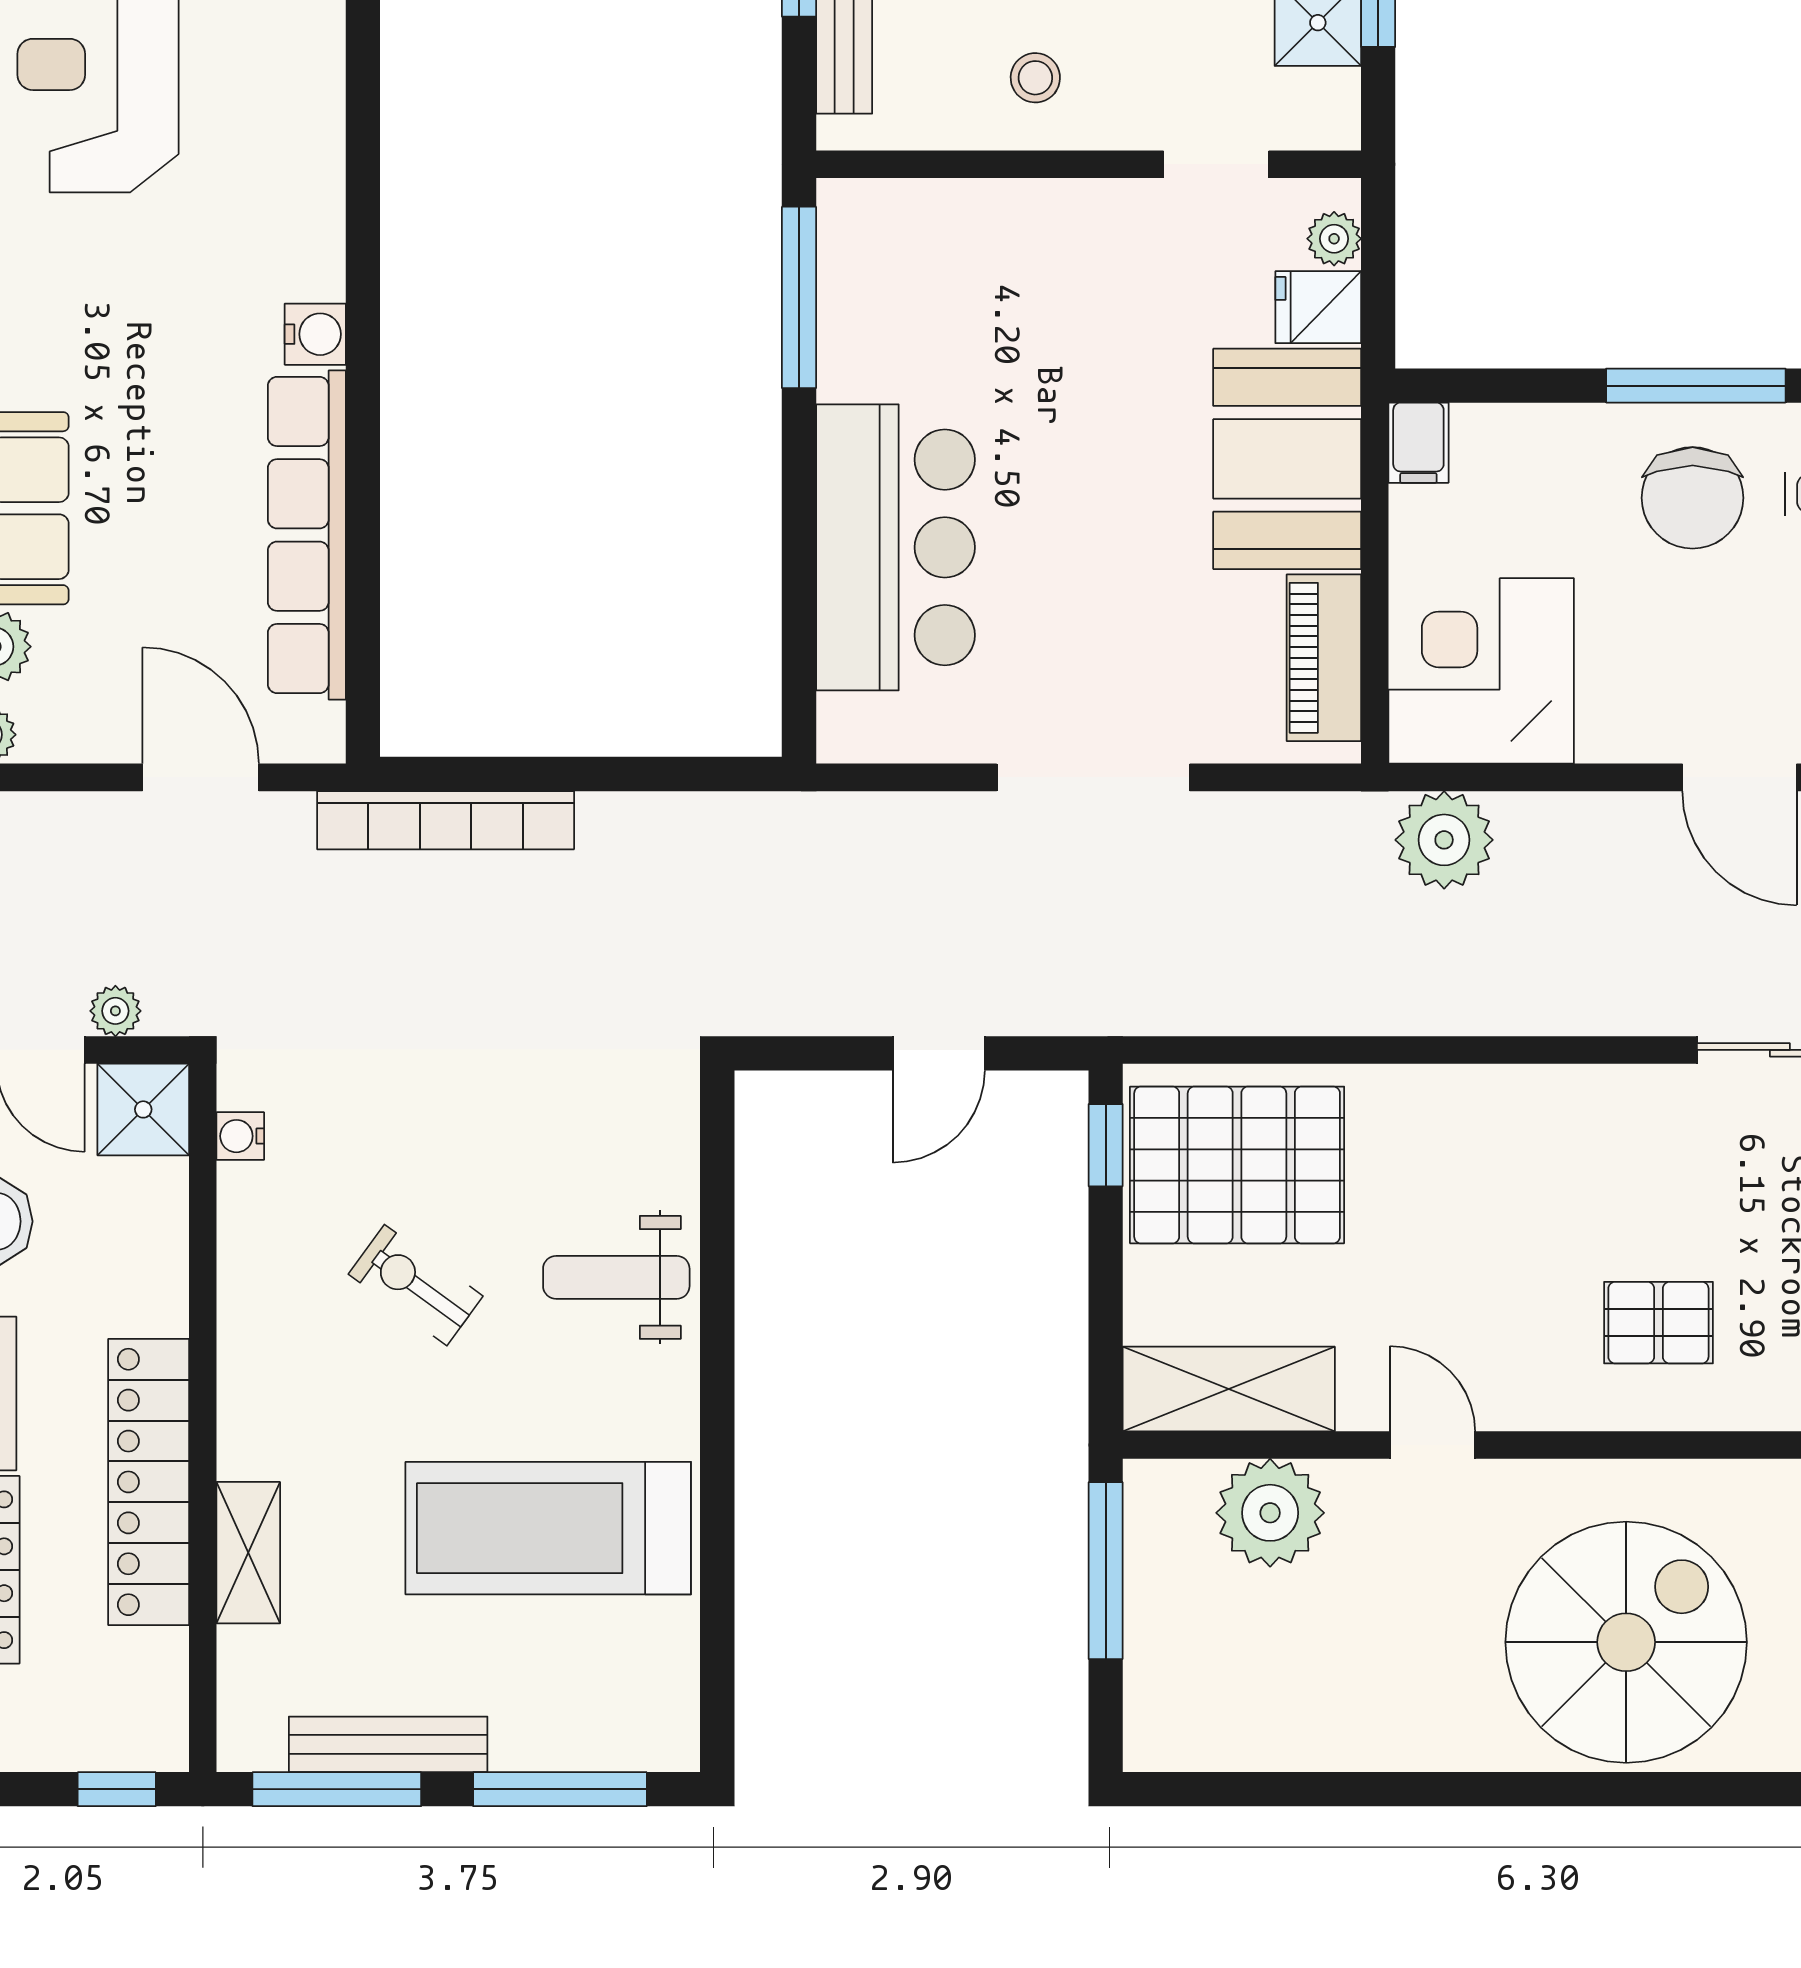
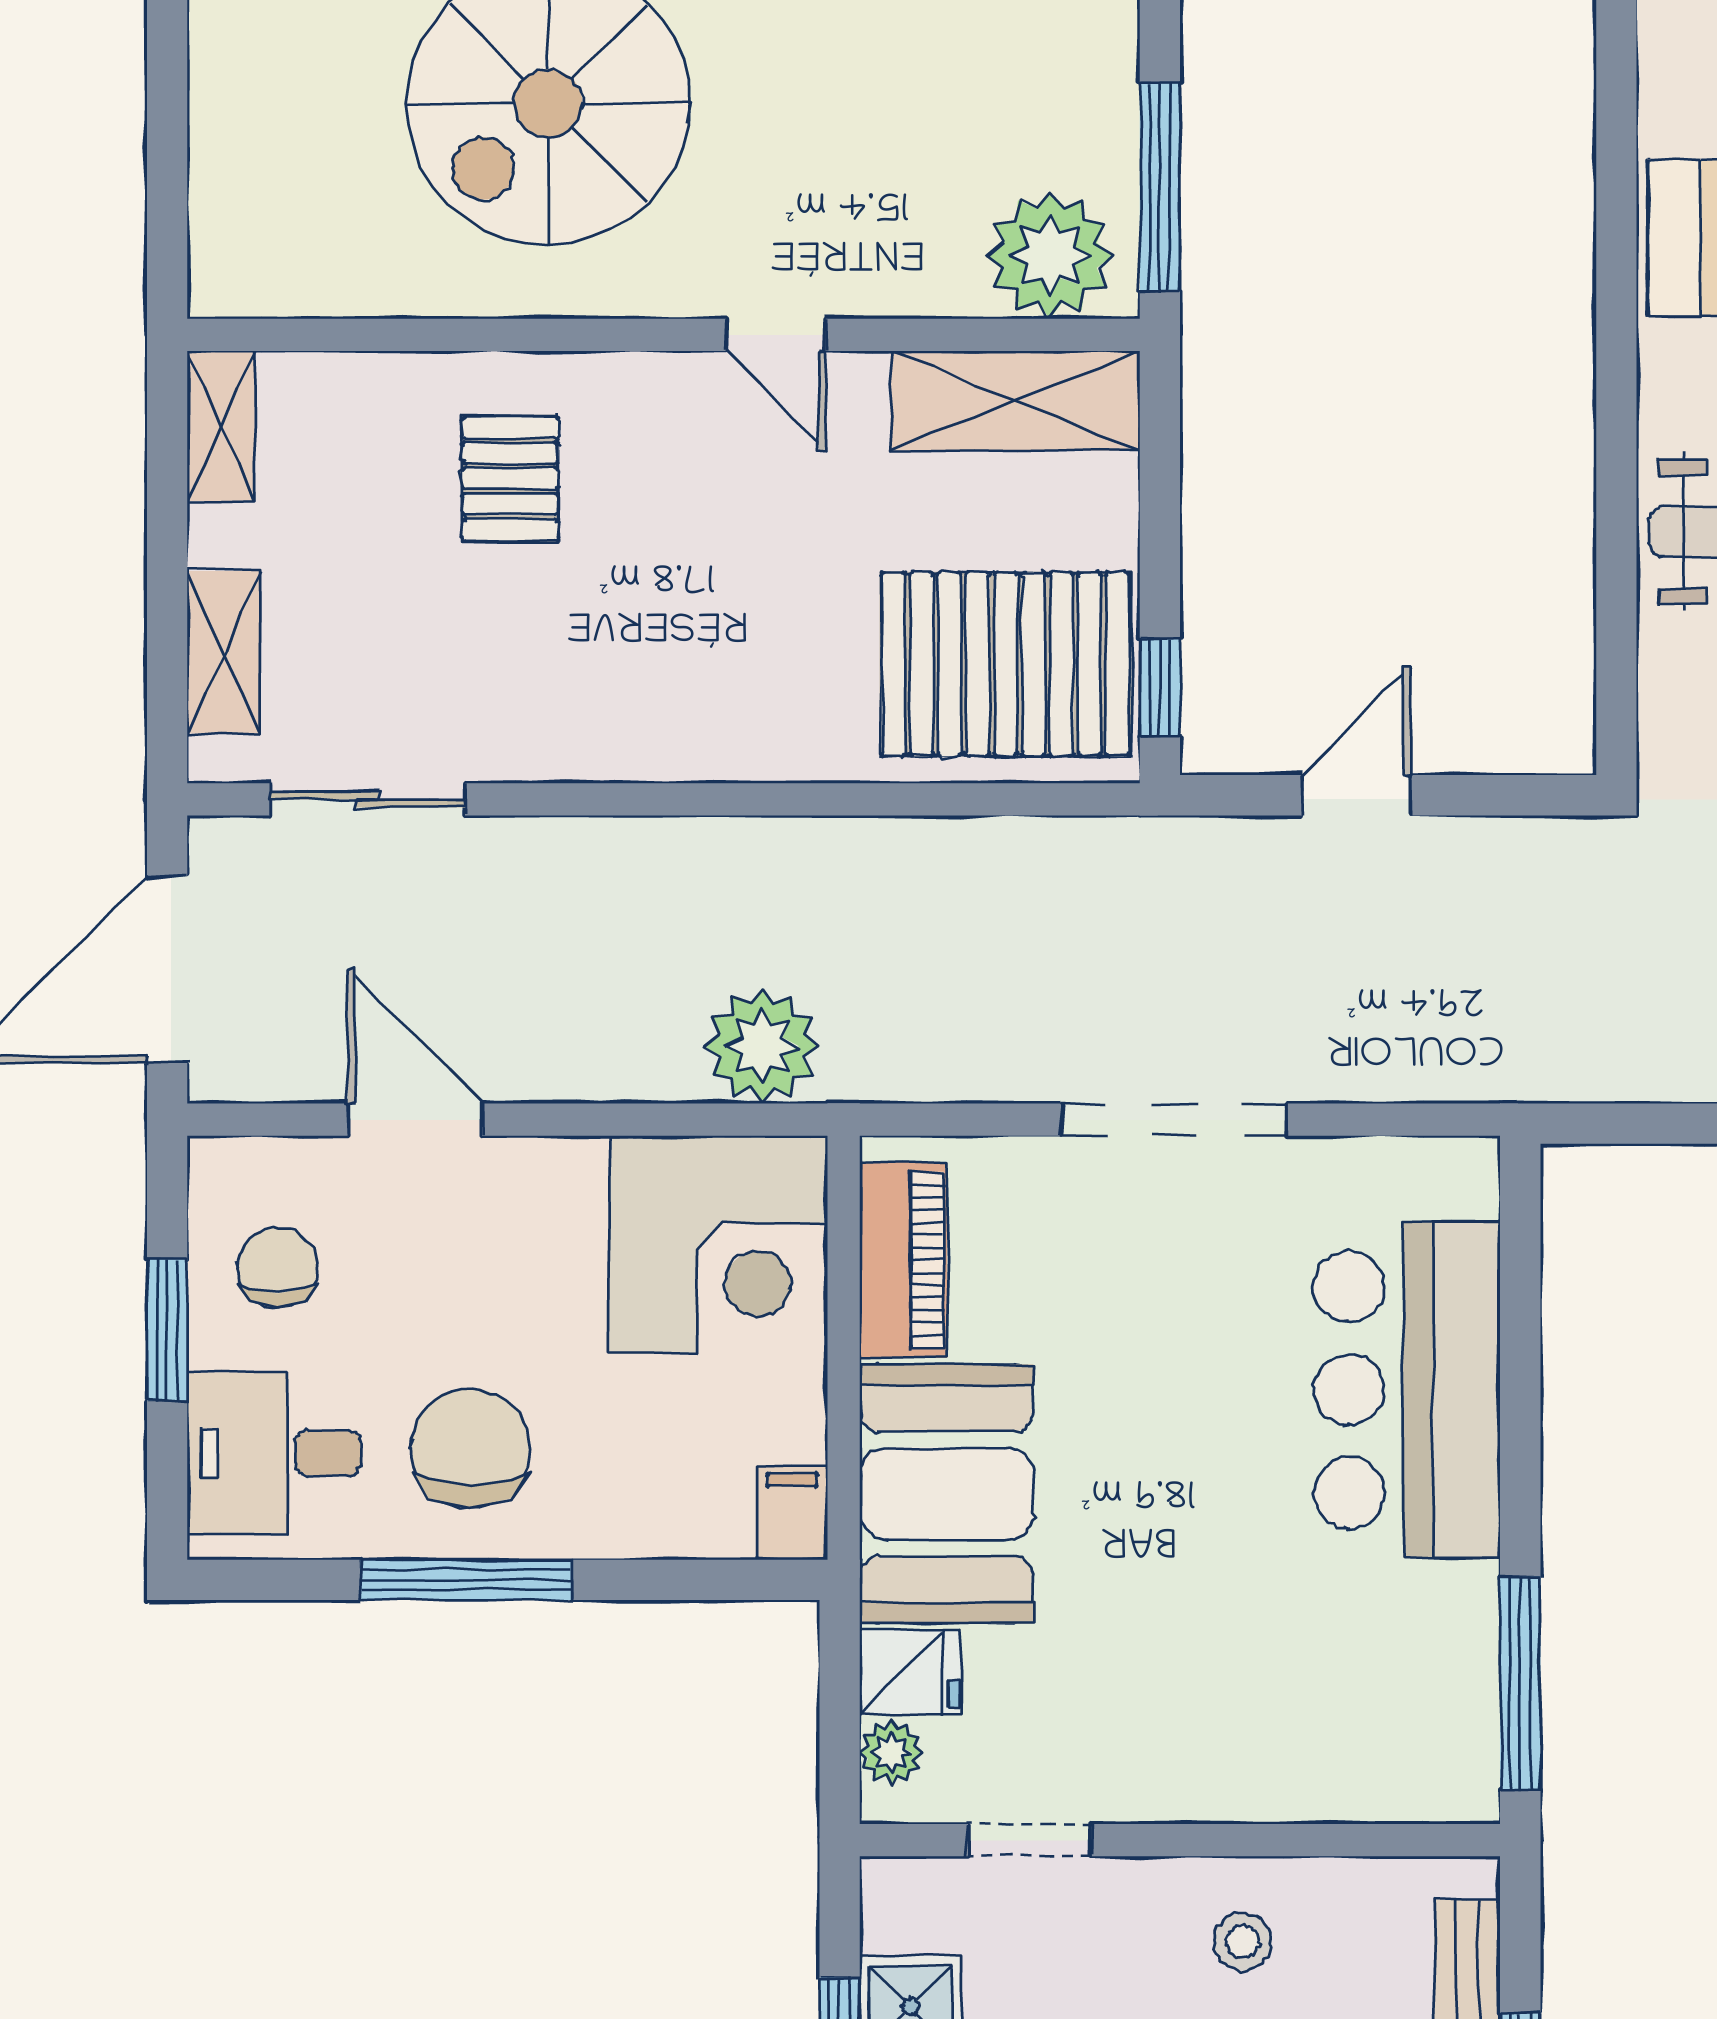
pallet: (1658, 1323) -> (510, 479), turned 90
plant: (1270, 1513) -> (1050, 255), moved

